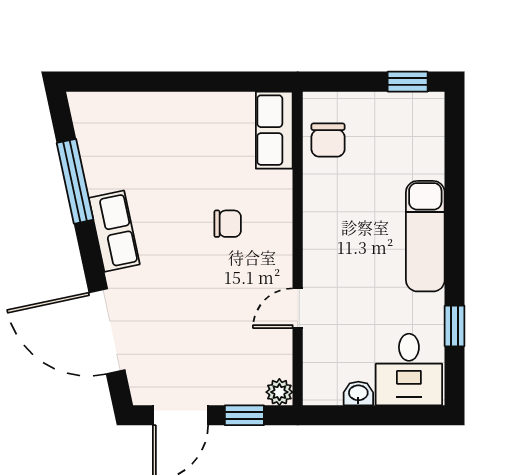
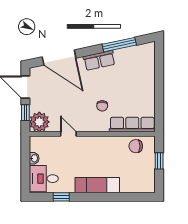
window: (408, 82) -> (159, 161), moved
row of seats: (274, 130) -> (132, 125), width x1.48
door: (107, 331) -> (59, 57), swing flipped
plant: (279, 392) -> (39, 122), width x1.87, depth x1.87

